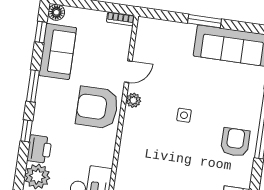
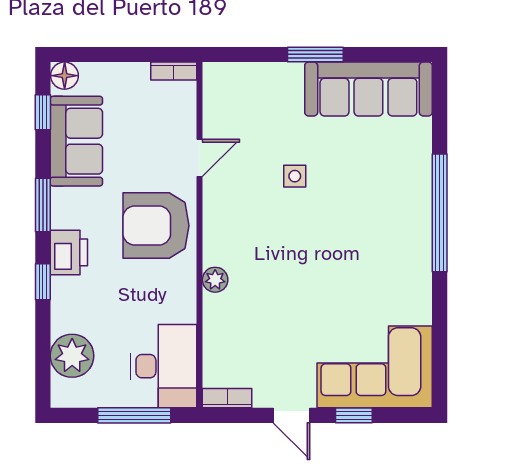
plant: (133, 100) -> (215, 280), moved
side table: (184, 115) -> (295, 176), moved
armchair: (235, 142) -> (396, 250), removed
printer: (39, 149) -> (69, 252), moved

